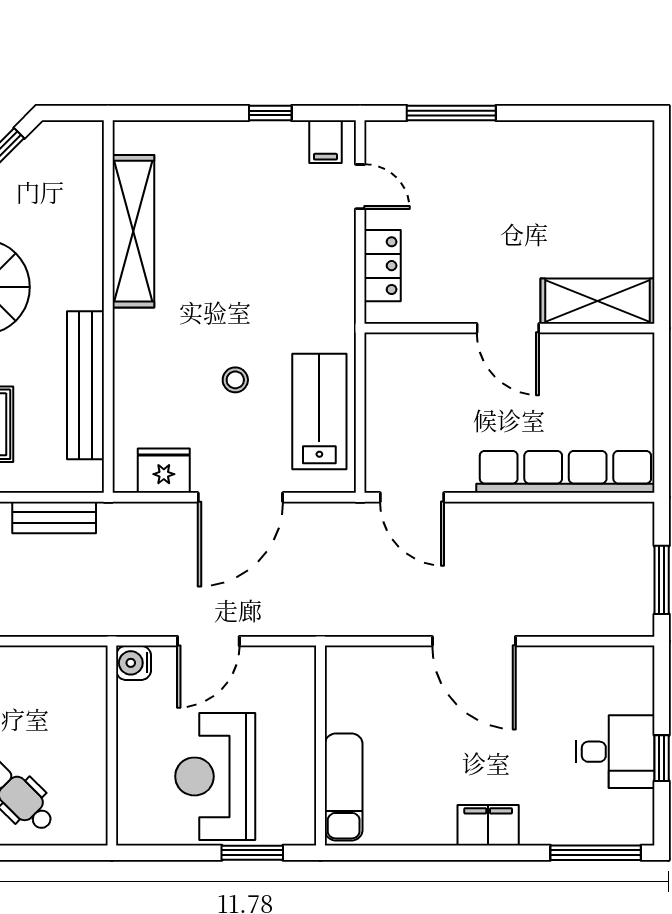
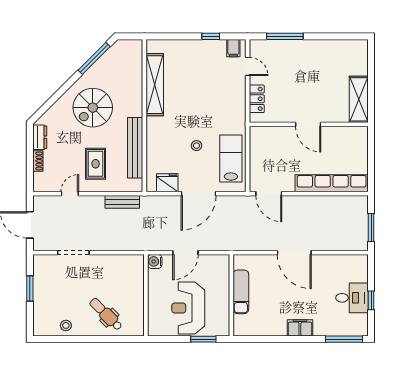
shelving: (597, 301) -> (359, 99), moved, turned 90
exam couch: (344, 787) -> (241, 292), moved

